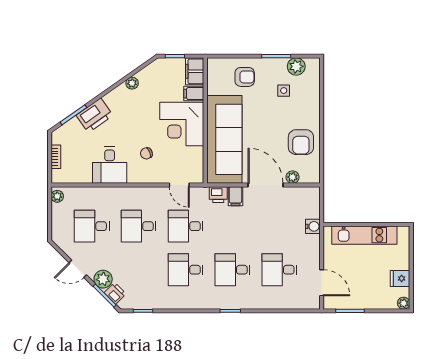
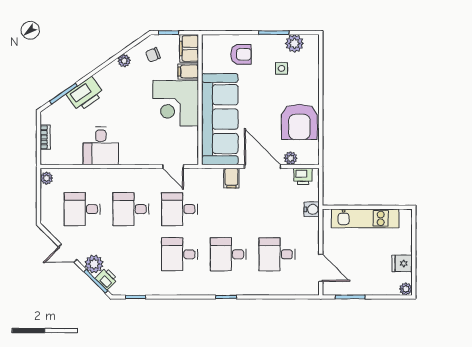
armchair: (301, 142) -> (299, 122), width x1.36, depth x1.36
chair: (146, 153) -> (153, 55), moved
printer: (218, 195) -> (303, 176), moved

